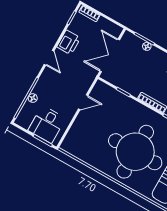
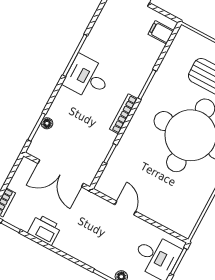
door: (49, 58) -> (66, 256), removed

